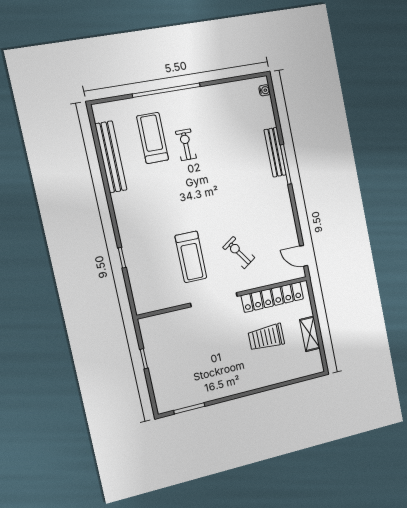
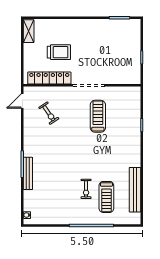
exercise bike: (239, 253) -> (49, 113), moved
door: (304, 256) -> (22, 101), swing flipped
shelving: (310, 334) -> (29, 31), moved

